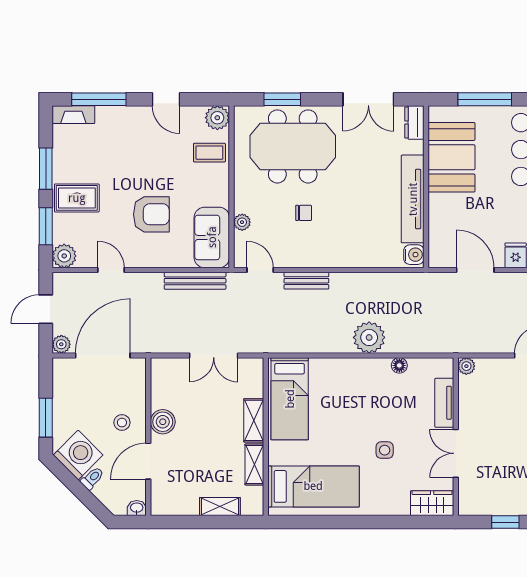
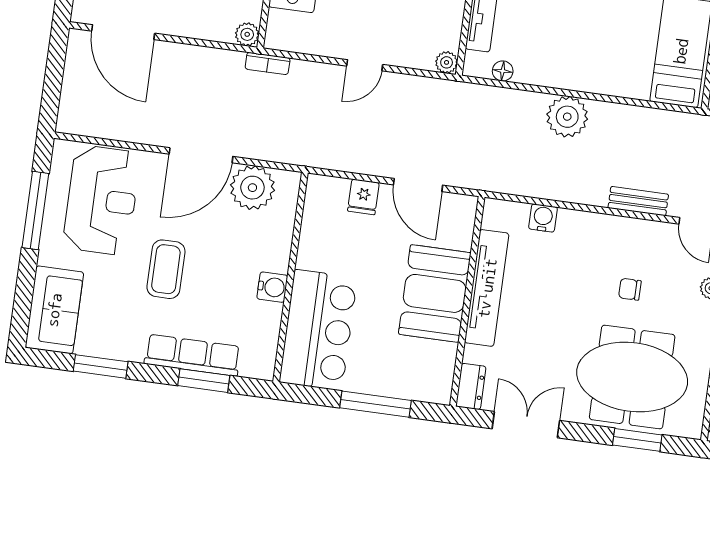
booth: (451, 157) -> (435, 293), moved
water cooler: (414, 255) -> (543, 218), moved, turned 90
floor lamp: (399, 365) -> (503, 71), moved

